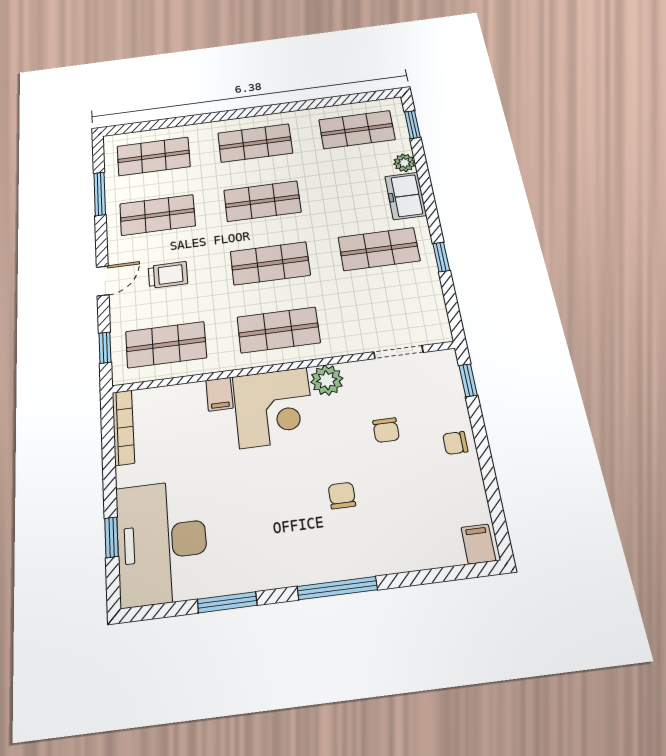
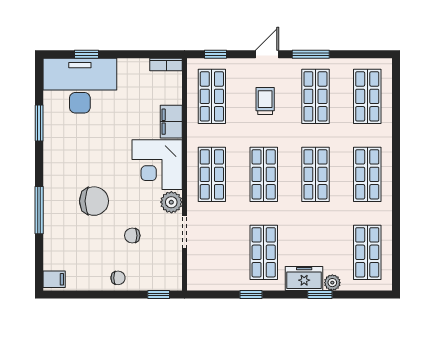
window: (412, 125) -> (320, 295), moved
window: (100, 194) -> (311, 54), moved
trolley: (168, 275) -> (265, 101), turned 180
door: (103, 281) -> (267, 54), swing flipped
doorway: (398, 352) -> (185, 232), moved
filing cabinet: (219, 394) -> (171, 122), width x2.00
bookcase: (123, 427) -> (166, 65), width x0.64
chair: (455, 443) -> (118, 278), turned 90
chair: (342, 495) -> (94, 201), width x1.87, depth x1.87
window: (337, 588) -> (39, 210), moved

